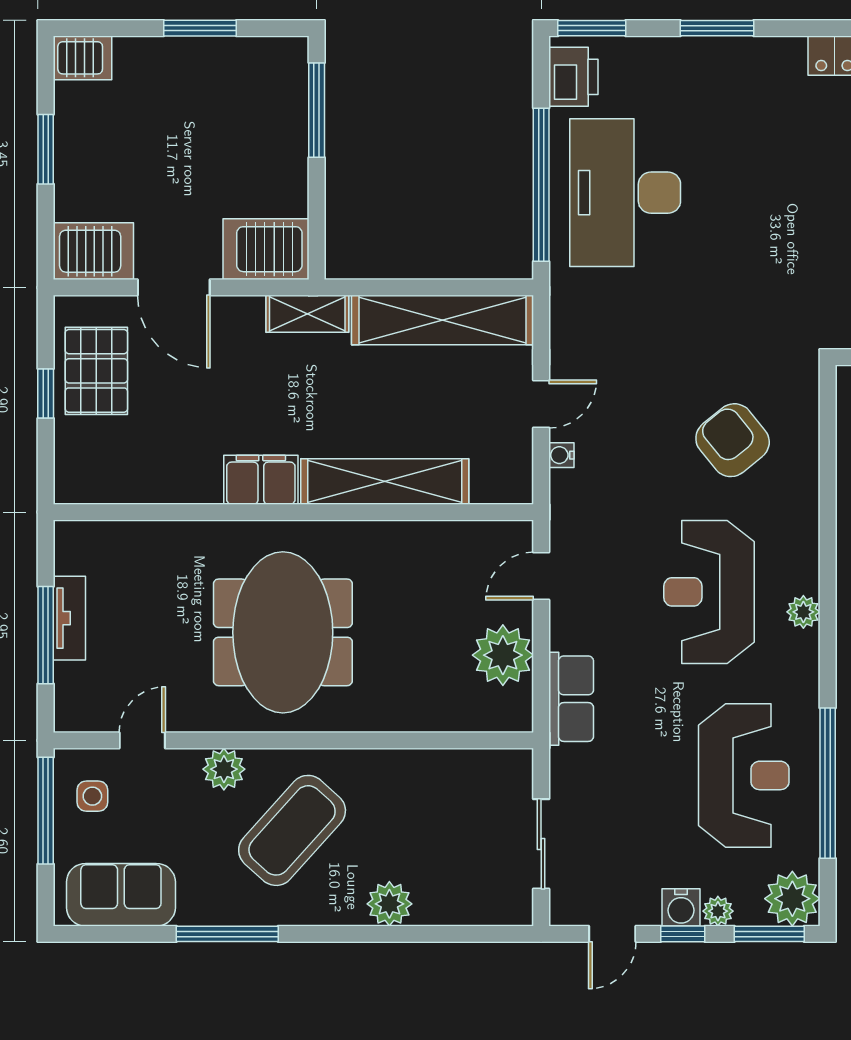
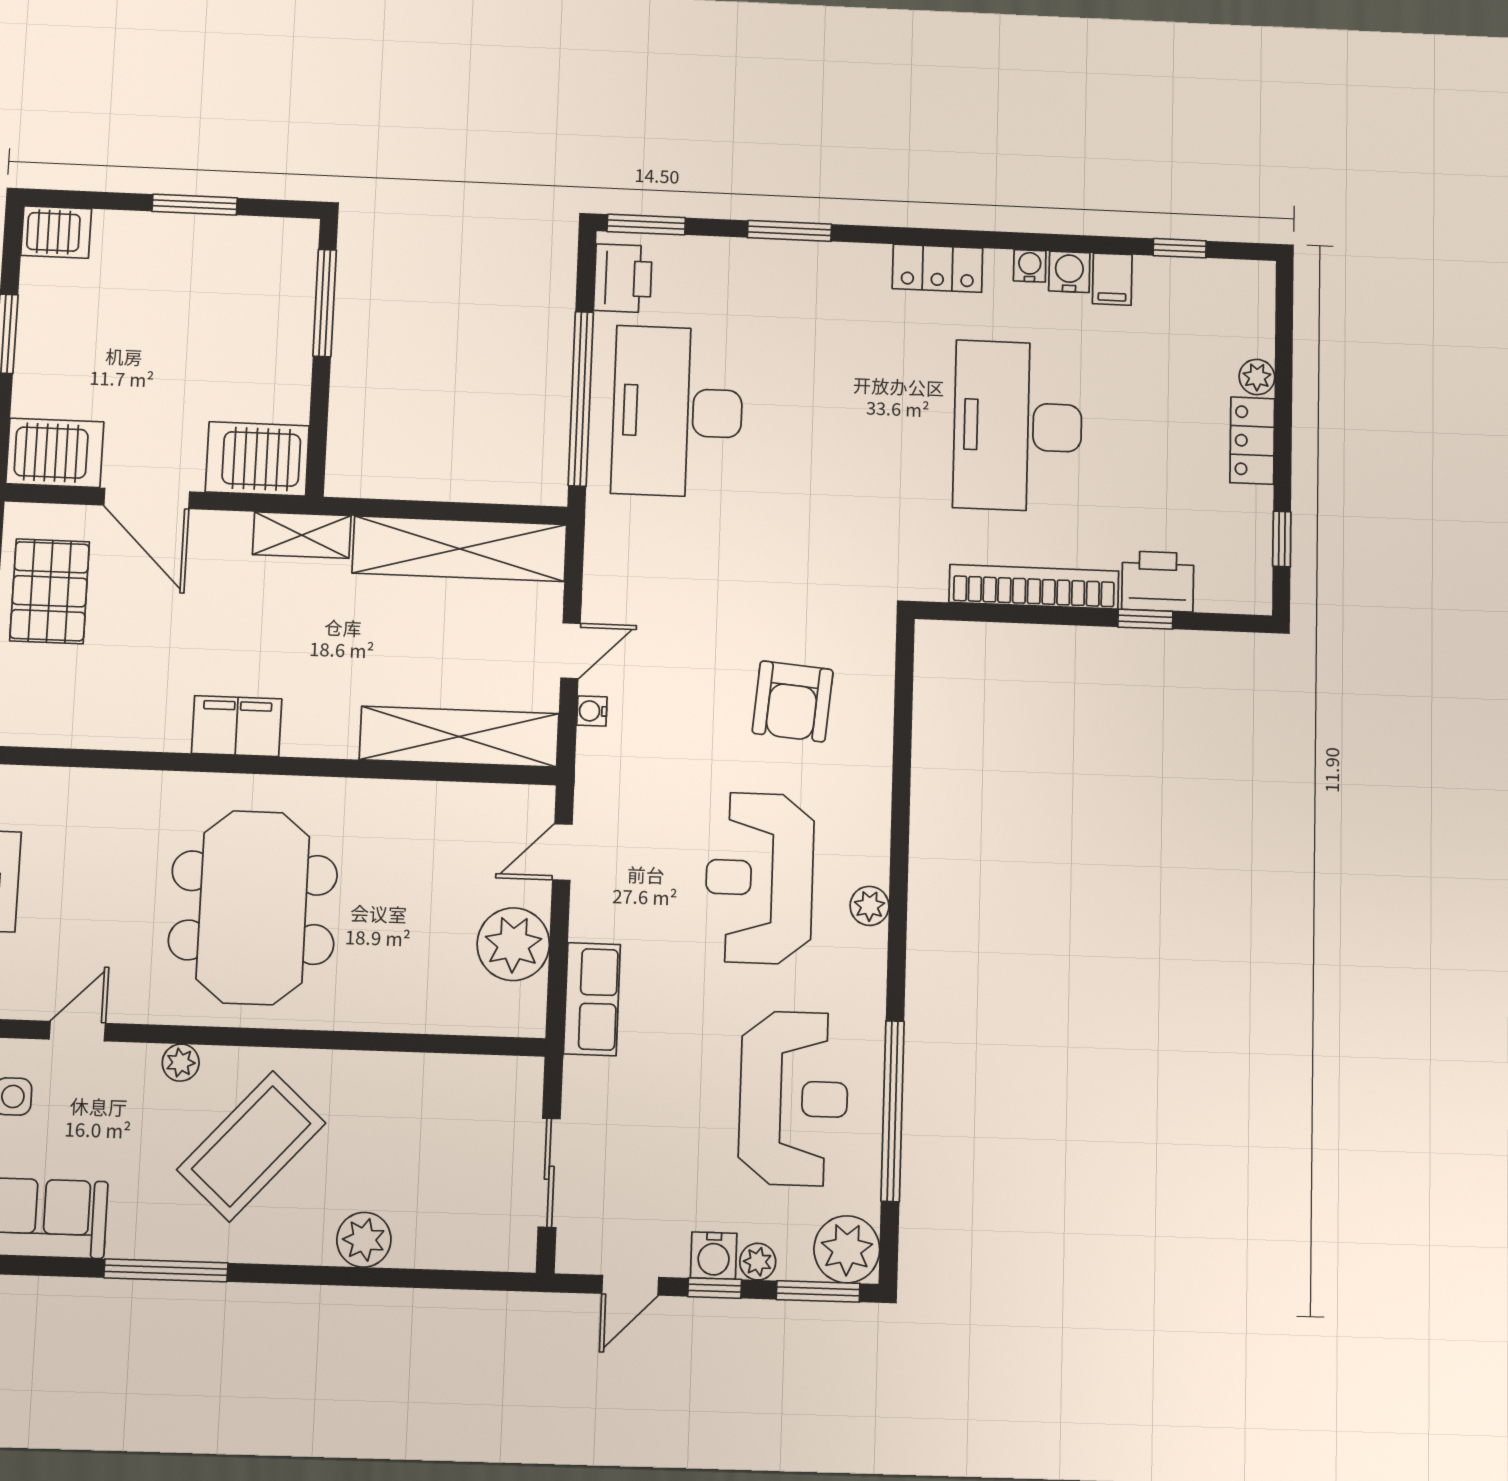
armchair: (733, 440) -> (793, 701), turned -136
shelving: (385, 481) -> (459, 737), moved
plant: (224, 769) -> (181, 1063), width x0.73, depth x0.73

